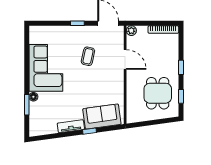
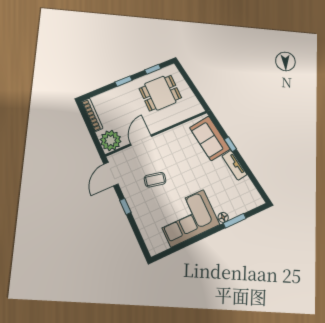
plant: (131, 31) -> (111, 140), width x1.88, depth x1.88

